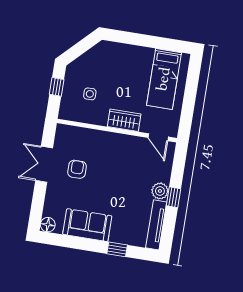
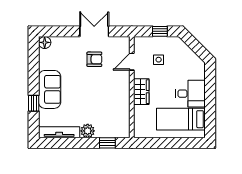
desk: (136, 63) -> (190, 94), added
door: (158, 137) -> (132, 62), moved
window: (173, 197) -> (107, 143), moved
sofa: (87, 225) -> (50, 89), moved

